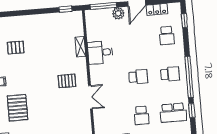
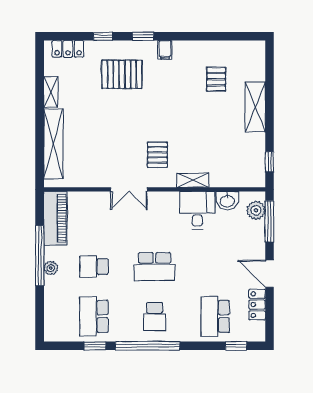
plant: (118, 13) -> (256, 210), moved
shelving: (31, 21) -> (255, 107), added
washbasin: (92, 34) -> (227, 201), added
school desk: (167, 35) -> (215, 316), width x1.85
shelving: (80, 47) -> (193, 180), moved
school desk: (138, 77) -> (155, 267), width x1.85

